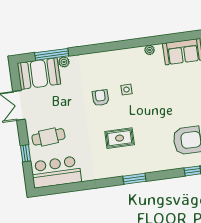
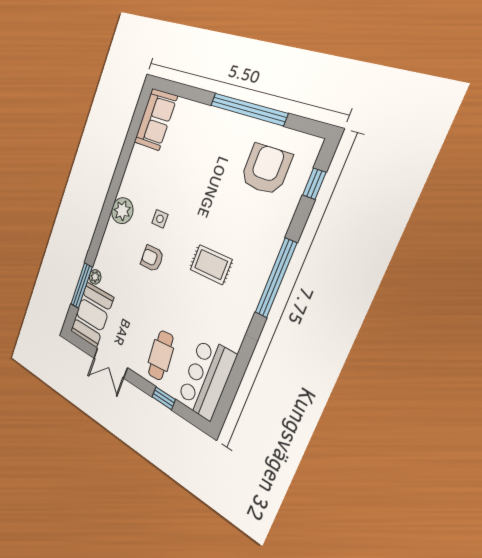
plant: (150, 50) -> (122, 211), moved, width x1.87, depth x1.87
rug: (120, 138) -> (211, 265), turned 90
window: (134, 179) -> (276, 278), width x2.11

